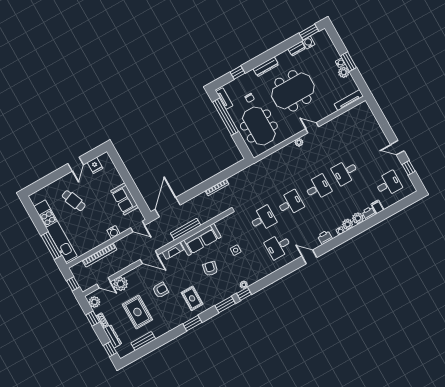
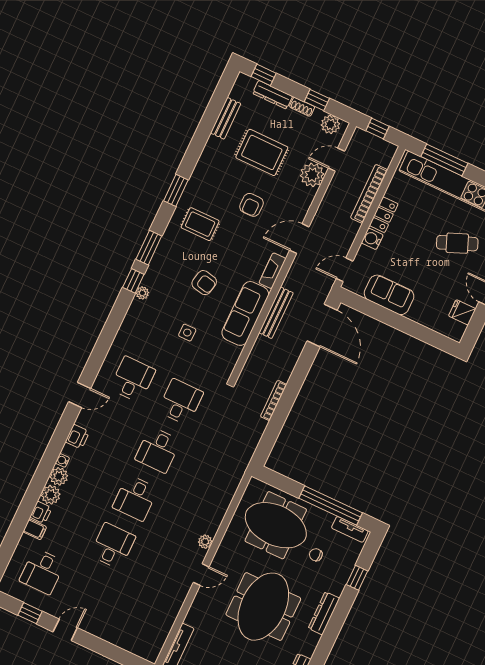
desk: (263, 219) -> (180, 402), turned 180
locker: (100, 240) -> (384, 215), added

